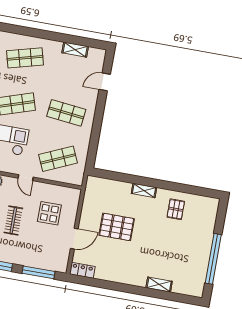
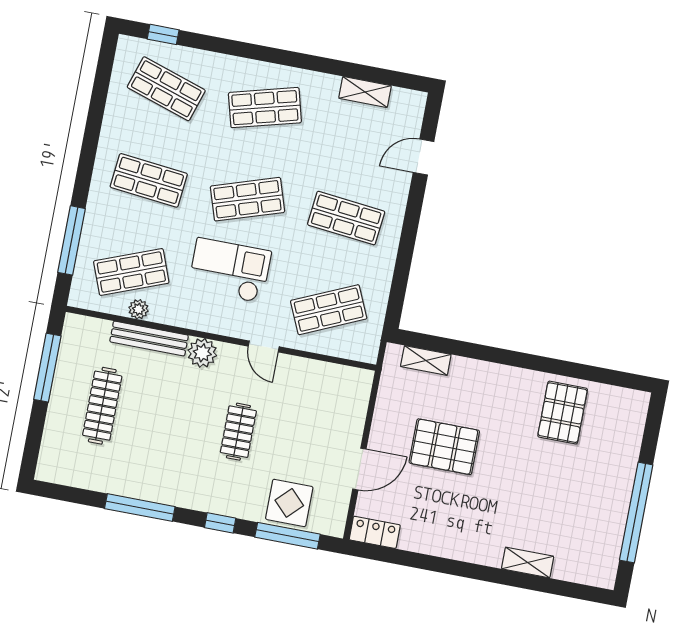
shelving: (144, 190) -> (426, 360), moved
pallet: (176, 209) -> (563, 413), width x1.50, depth x1.42
display table: (49, 213) -> (289, 503), moved

